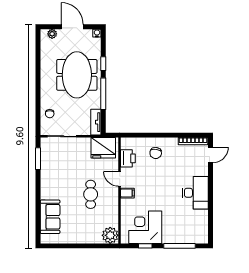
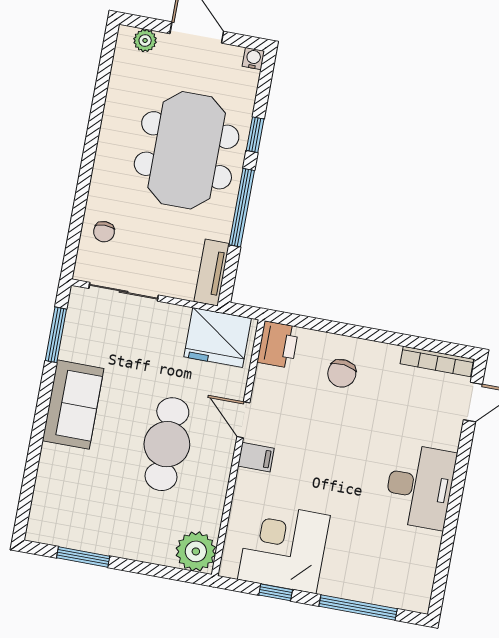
printer: (128, 158) -> (278, 345), moved
cafe table: (91, 194) -> (167, 444), width x1.37, depth x1.35
sofa: (50, 217) -> (73, 405), moved
window: (65, 246) -> (83, 557), added

